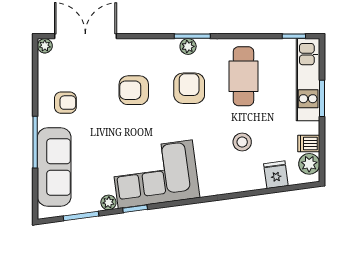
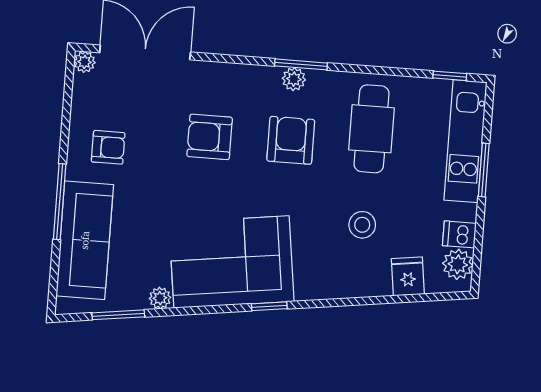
window: (135, 209) -> (269, 306), moved

